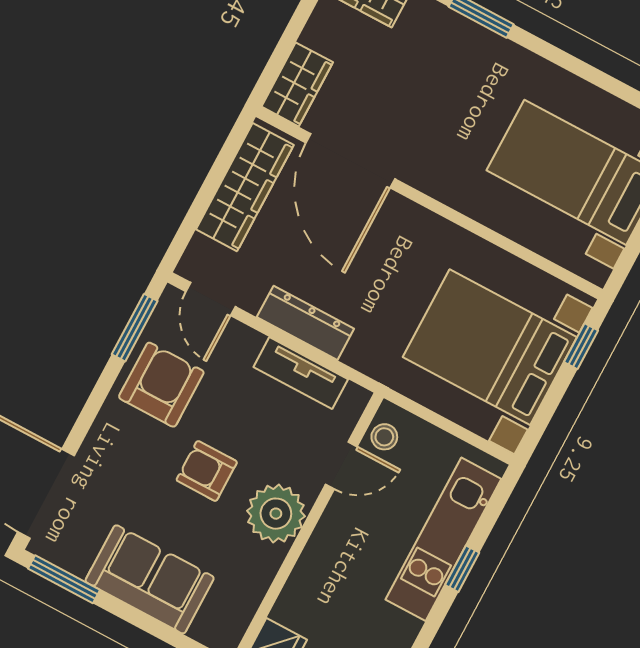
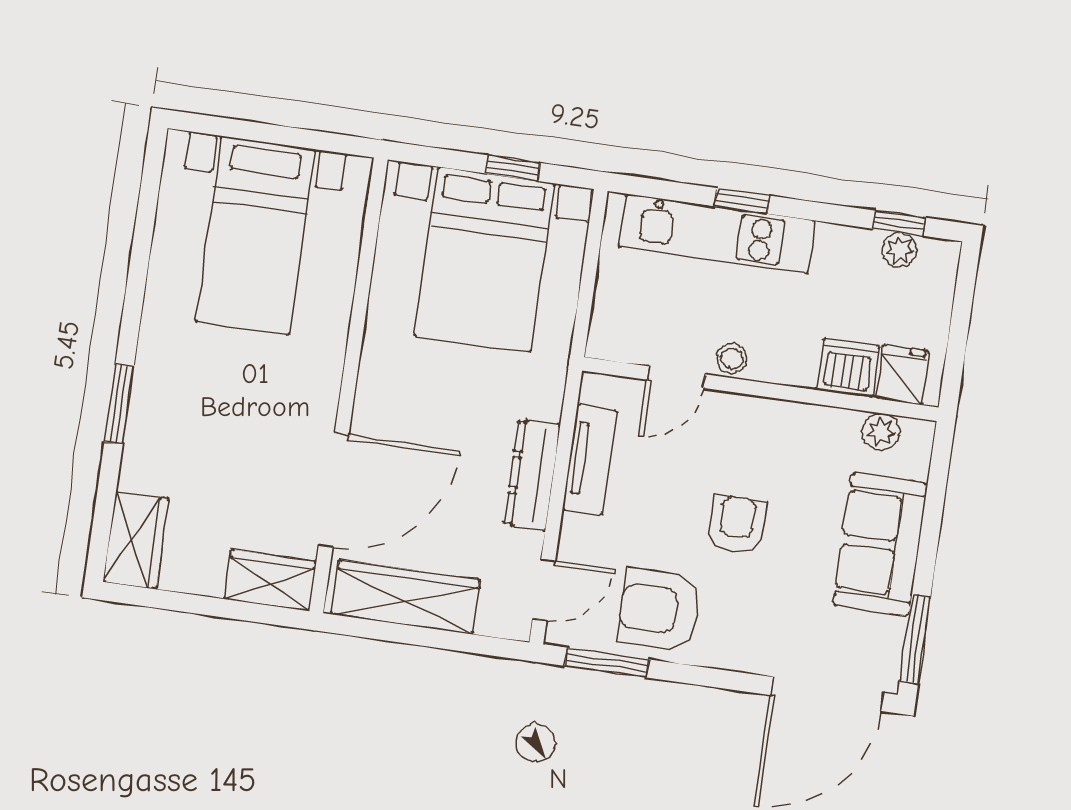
window: (581, 346) -> (513, 168), moved
stool: (384, 437) -> (732, 358), moved
door: (341, 465) -> (676, 377), swing flipped
armchair: (207, 471) -> (737, 524), turned 180
plant: (276, 514) -> (881, 432), moved, width x0.53, depth x0.53
dishwasher: (299, 605) -> (848, 368), added

